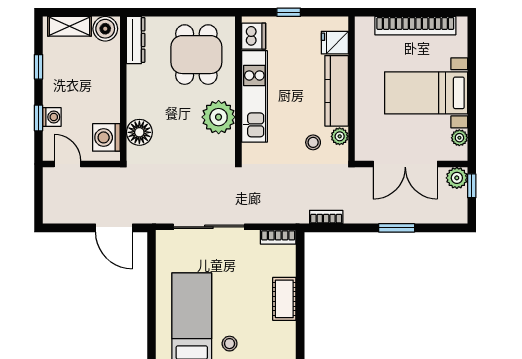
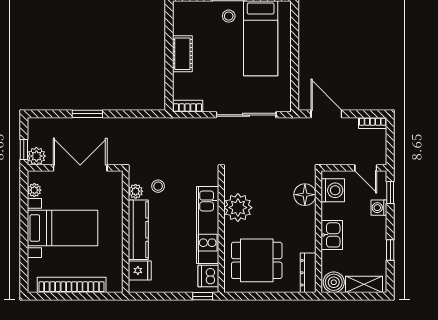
window: (289, 12) -> (203, 296), moved
dining table: (196, 55) -> (257, 260), turned 90
kitchen sink: (108, 85) -> (332, 235), added
window: (38, 118) -> (390, 193), moved
bookcase: (326, 217) -> (373, 123), moved

